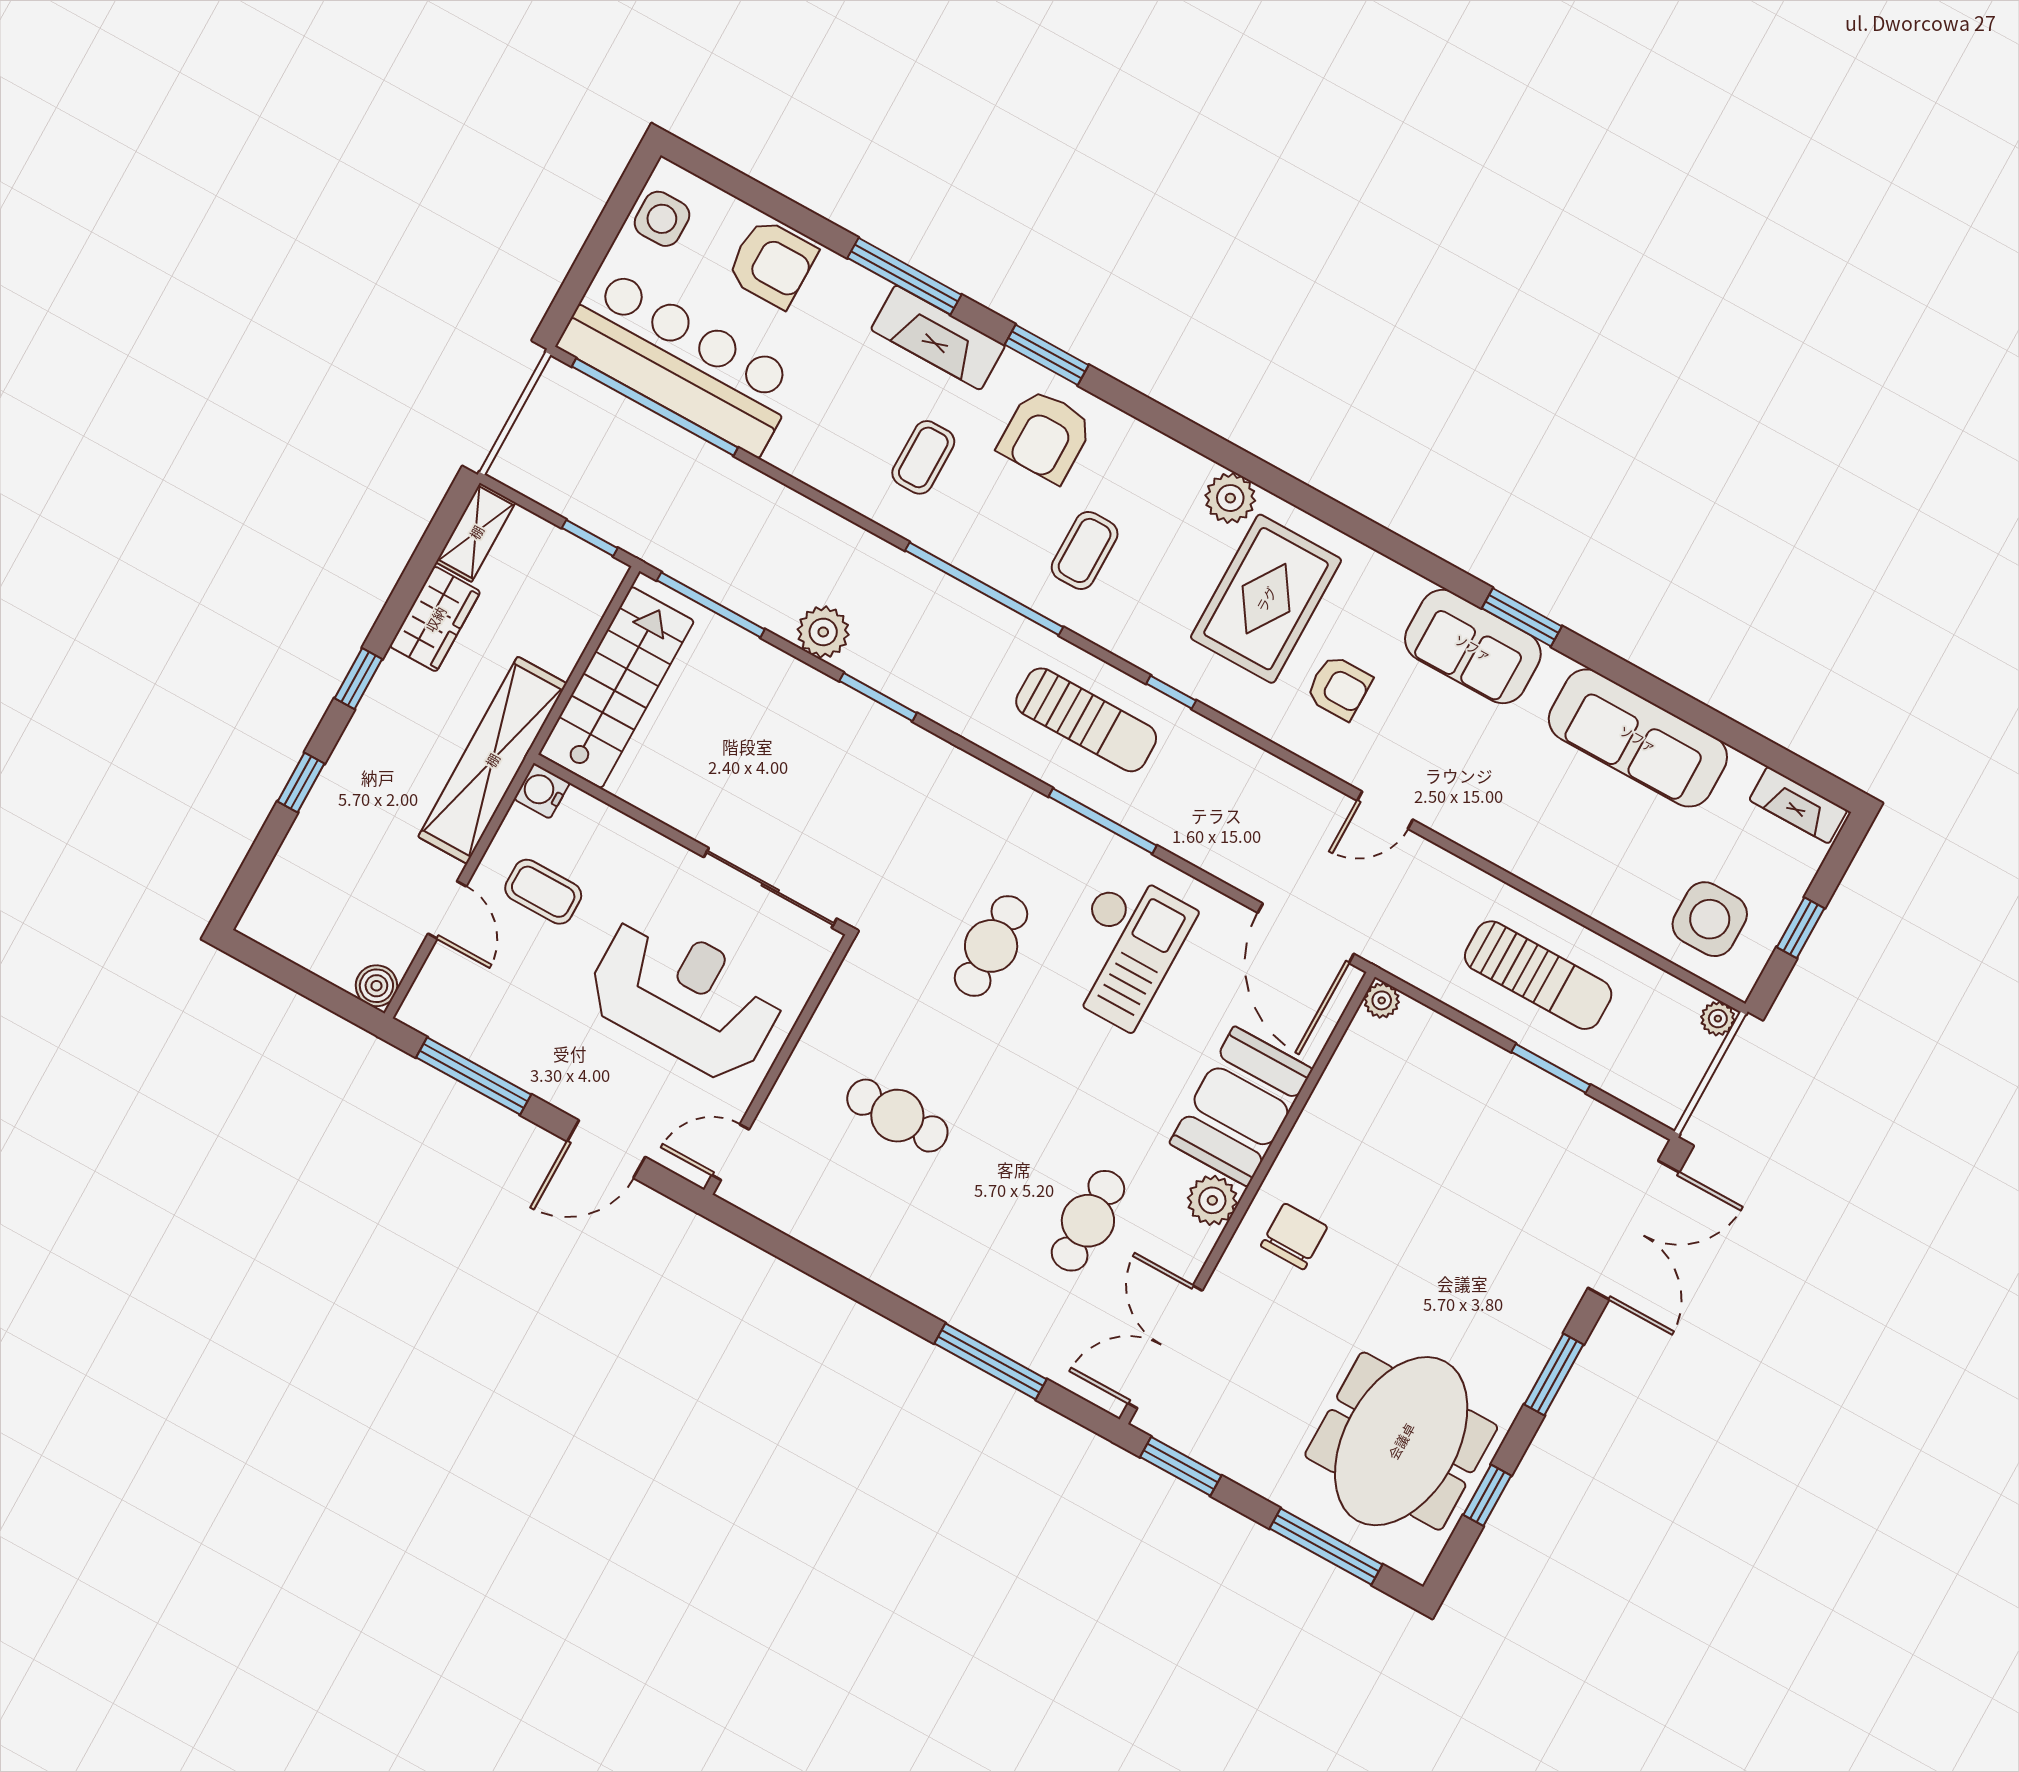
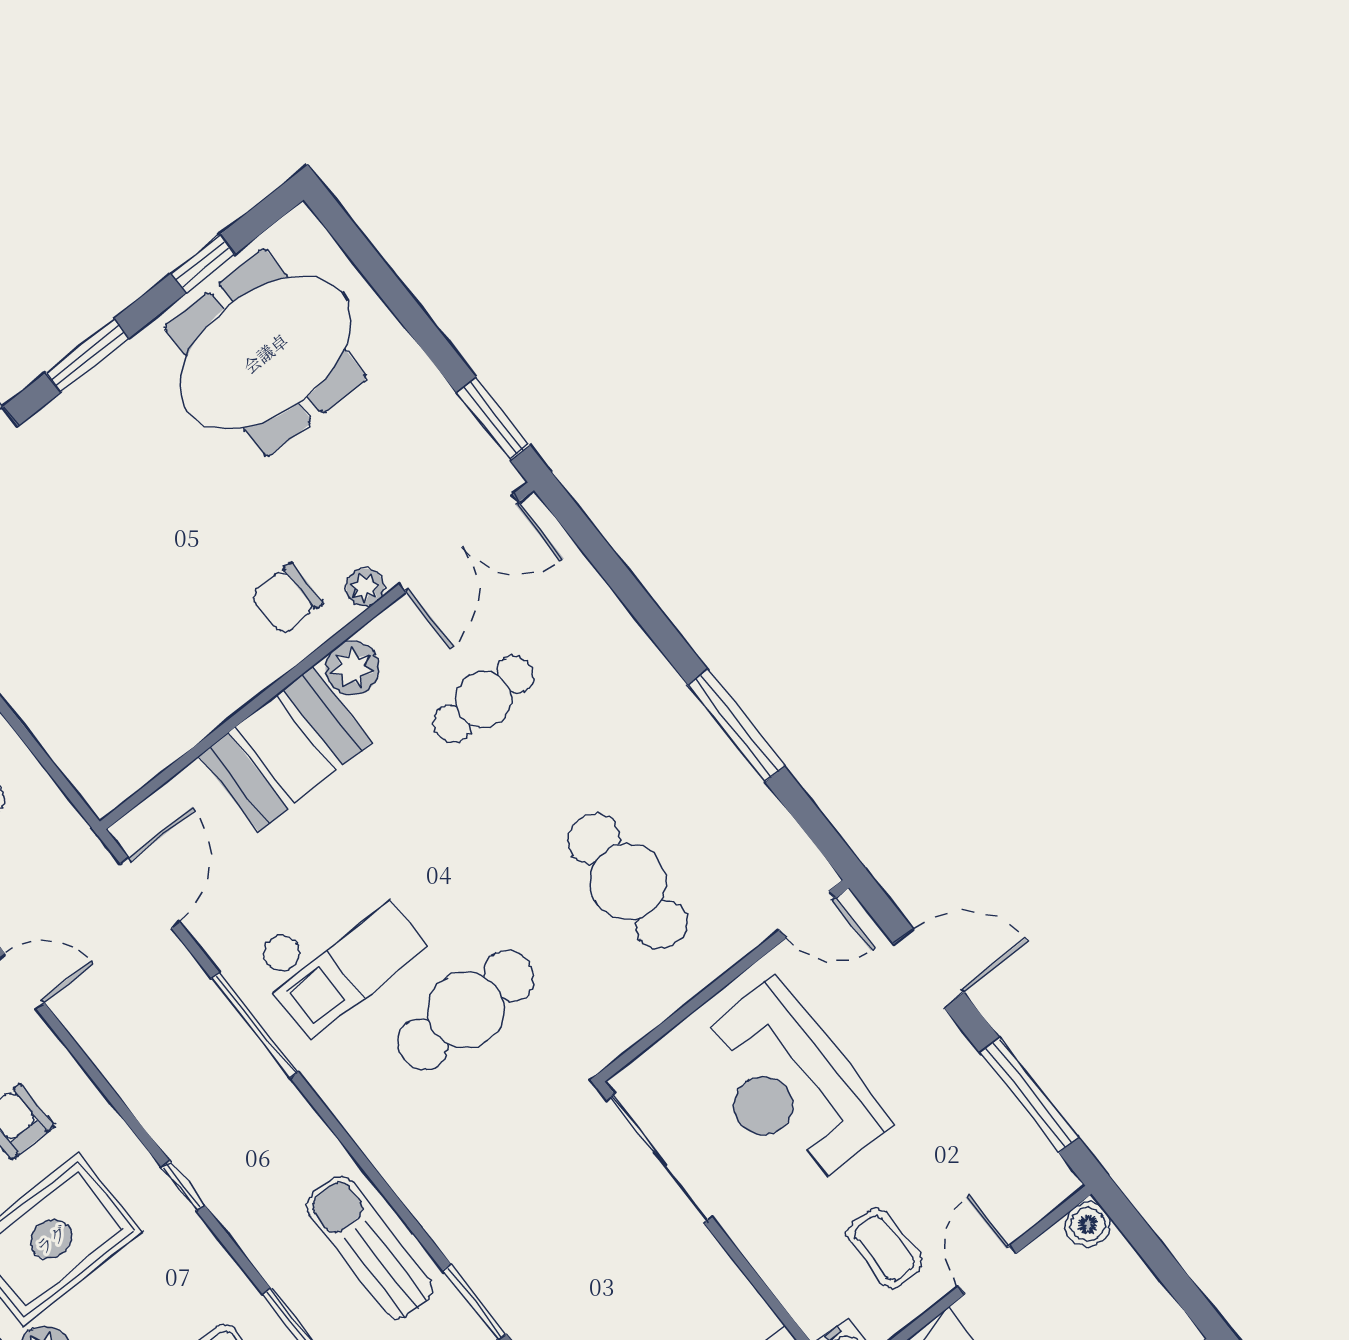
sun lounger: (1086, 720) -> (370, 1248), moved
window: (1103, 821) -> (255, 1025), moved
door: (1306, 933) -> (150, 893), width x0.73
cafe table: (991, 946) -> (466, 1010), width x1.37, depth x1.35
checkout: (1123, 949) -> (337, 952), turned 180
plant: (1382, 1000) -> (365, 588), moved
cafe table: (897, 1116) -> (628, 882), width x1.37, depth x1.35
window: (991, 1361) -> (736, 726), moved
window: (1326, 1547) -> (383, 280), removed

